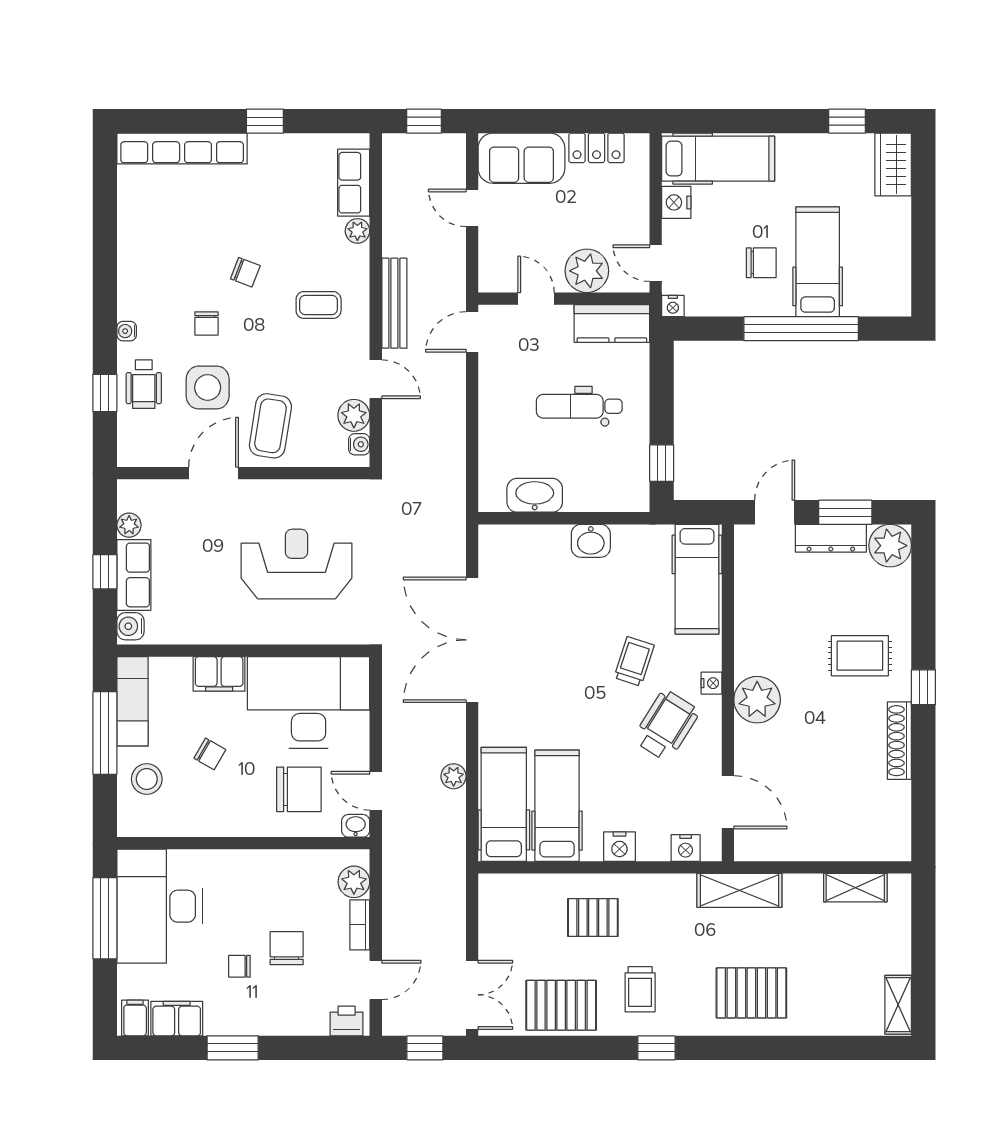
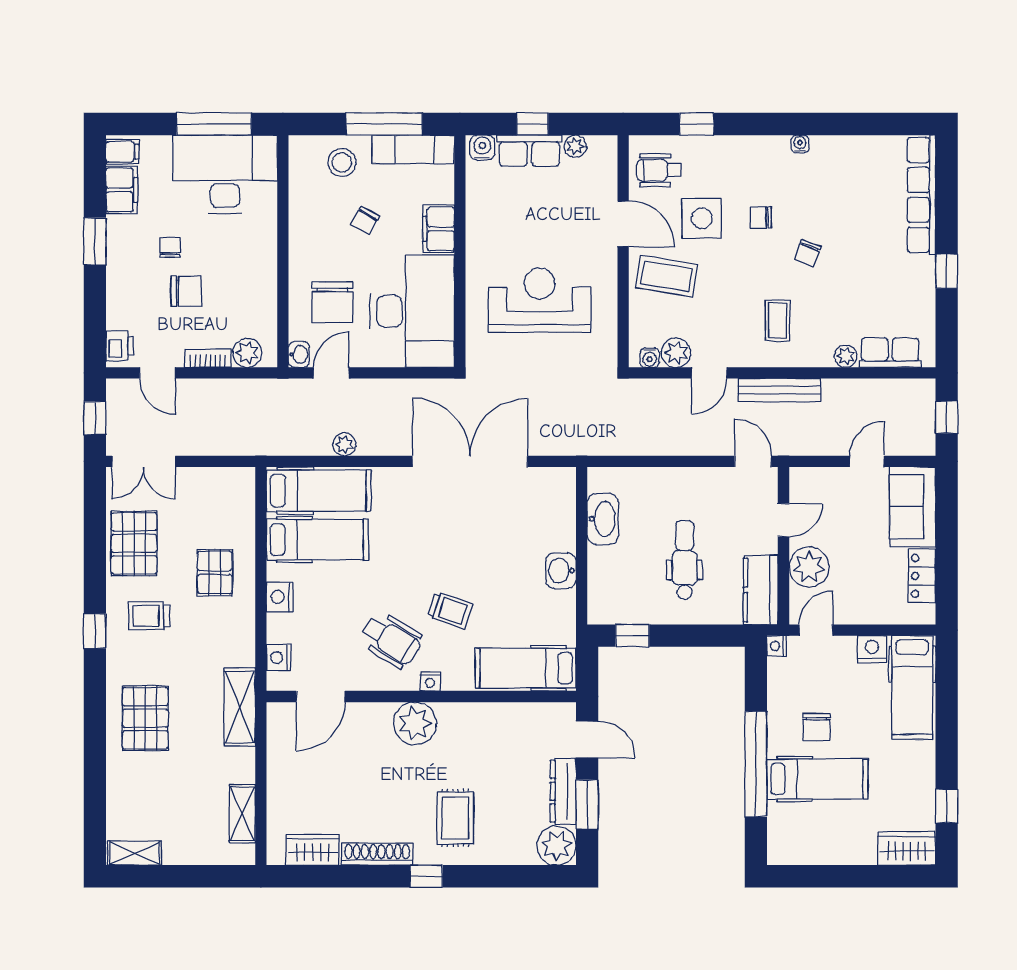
water cooler: (127, 331) -> (800, 144), moved
wheelchair: (144, 384) -> (659, 170), moved
reception desk: (297, 564) -> (539, 300), turned -90
wardrobe: (895, 811) -> (313, 850), added

